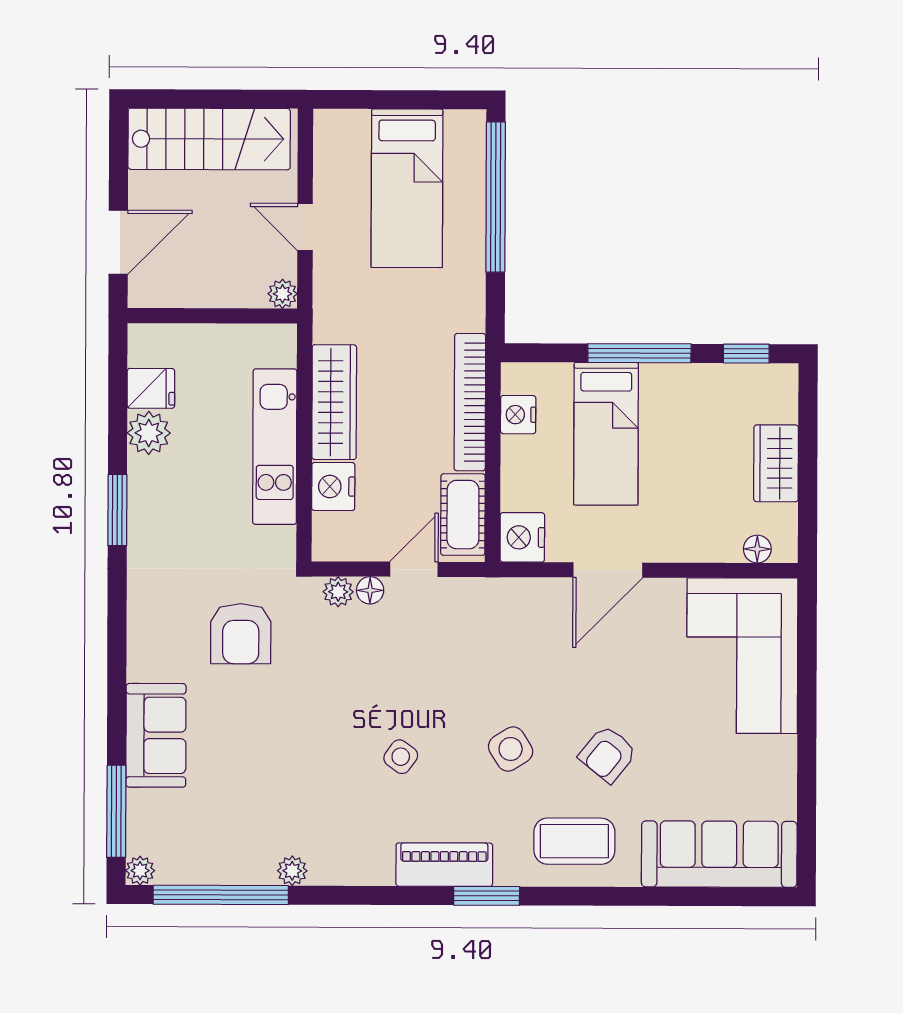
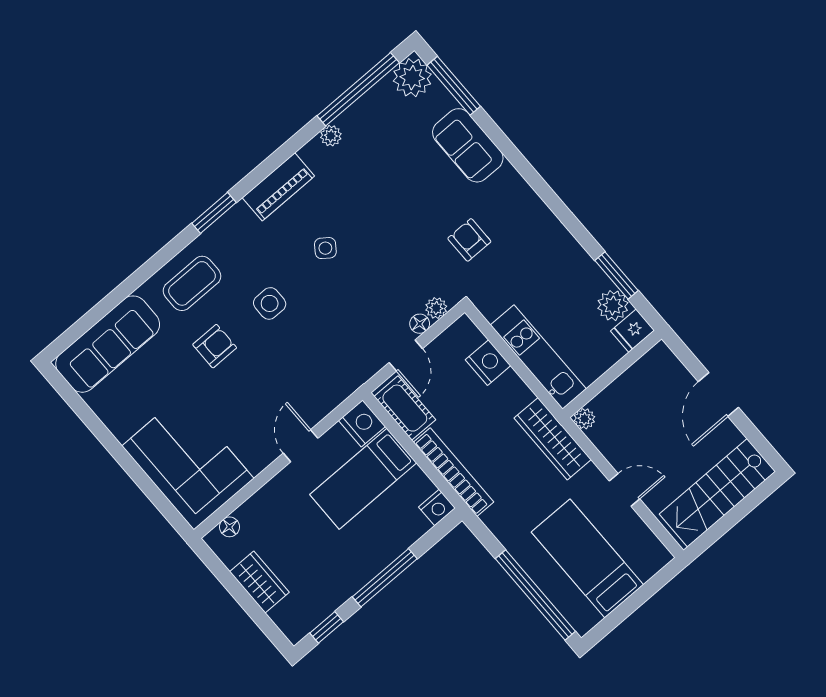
plant: (283, 294) -> (584, 419), moved
wall: (212, 316) -> (612, 374), moved
wardrobe: (334, 402) -> (553, 439), moved
nightstand: (518, 415) -> (437, 508), moved, turned 90
bed: (606, 434) -> (363, 479), moved, turned -90
window: (117, 510) -> (616, 275), moved
door: (608, 570) -> (301, 446), width x0.73
armchair: (241, 634) -> (469, 240), width x0.72, depth x0.72
side table: (511, 749) -> (270, 303), turned 32
armchair: (608, 754) -> (215, 346), turned 51
piano: (444, 865) -> (278, 187), moved
plant: (140, 871) -> (412, 78), width x1.88, depth x1.88

